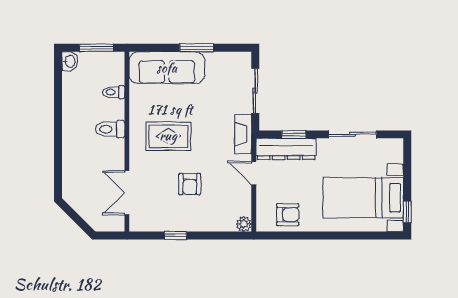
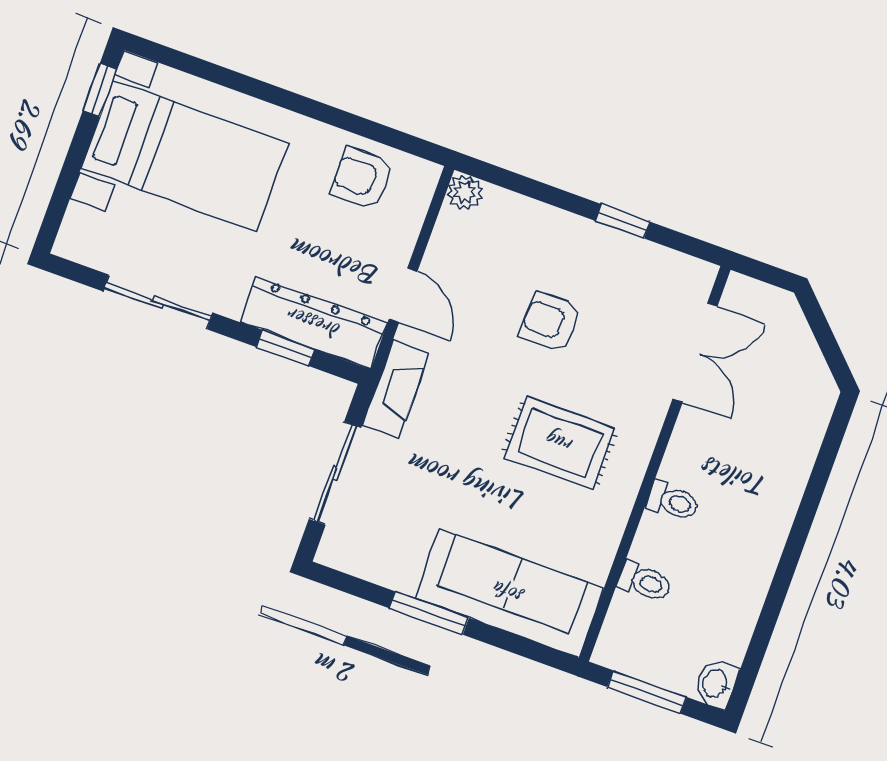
toilet: (110, 129) -> (673, 501), width x0.73, depth x0.72
armchair: (190, 184) -> (551, 322), turned -90

